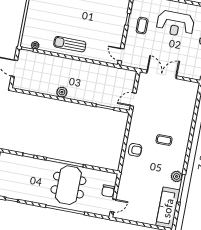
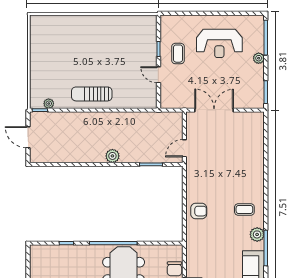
door: (121, 55) -> (158, 75), moved
plant: (62, 92) -> (112, 156), moved
coffee table: (164, 140) -> (244, 210), moved

